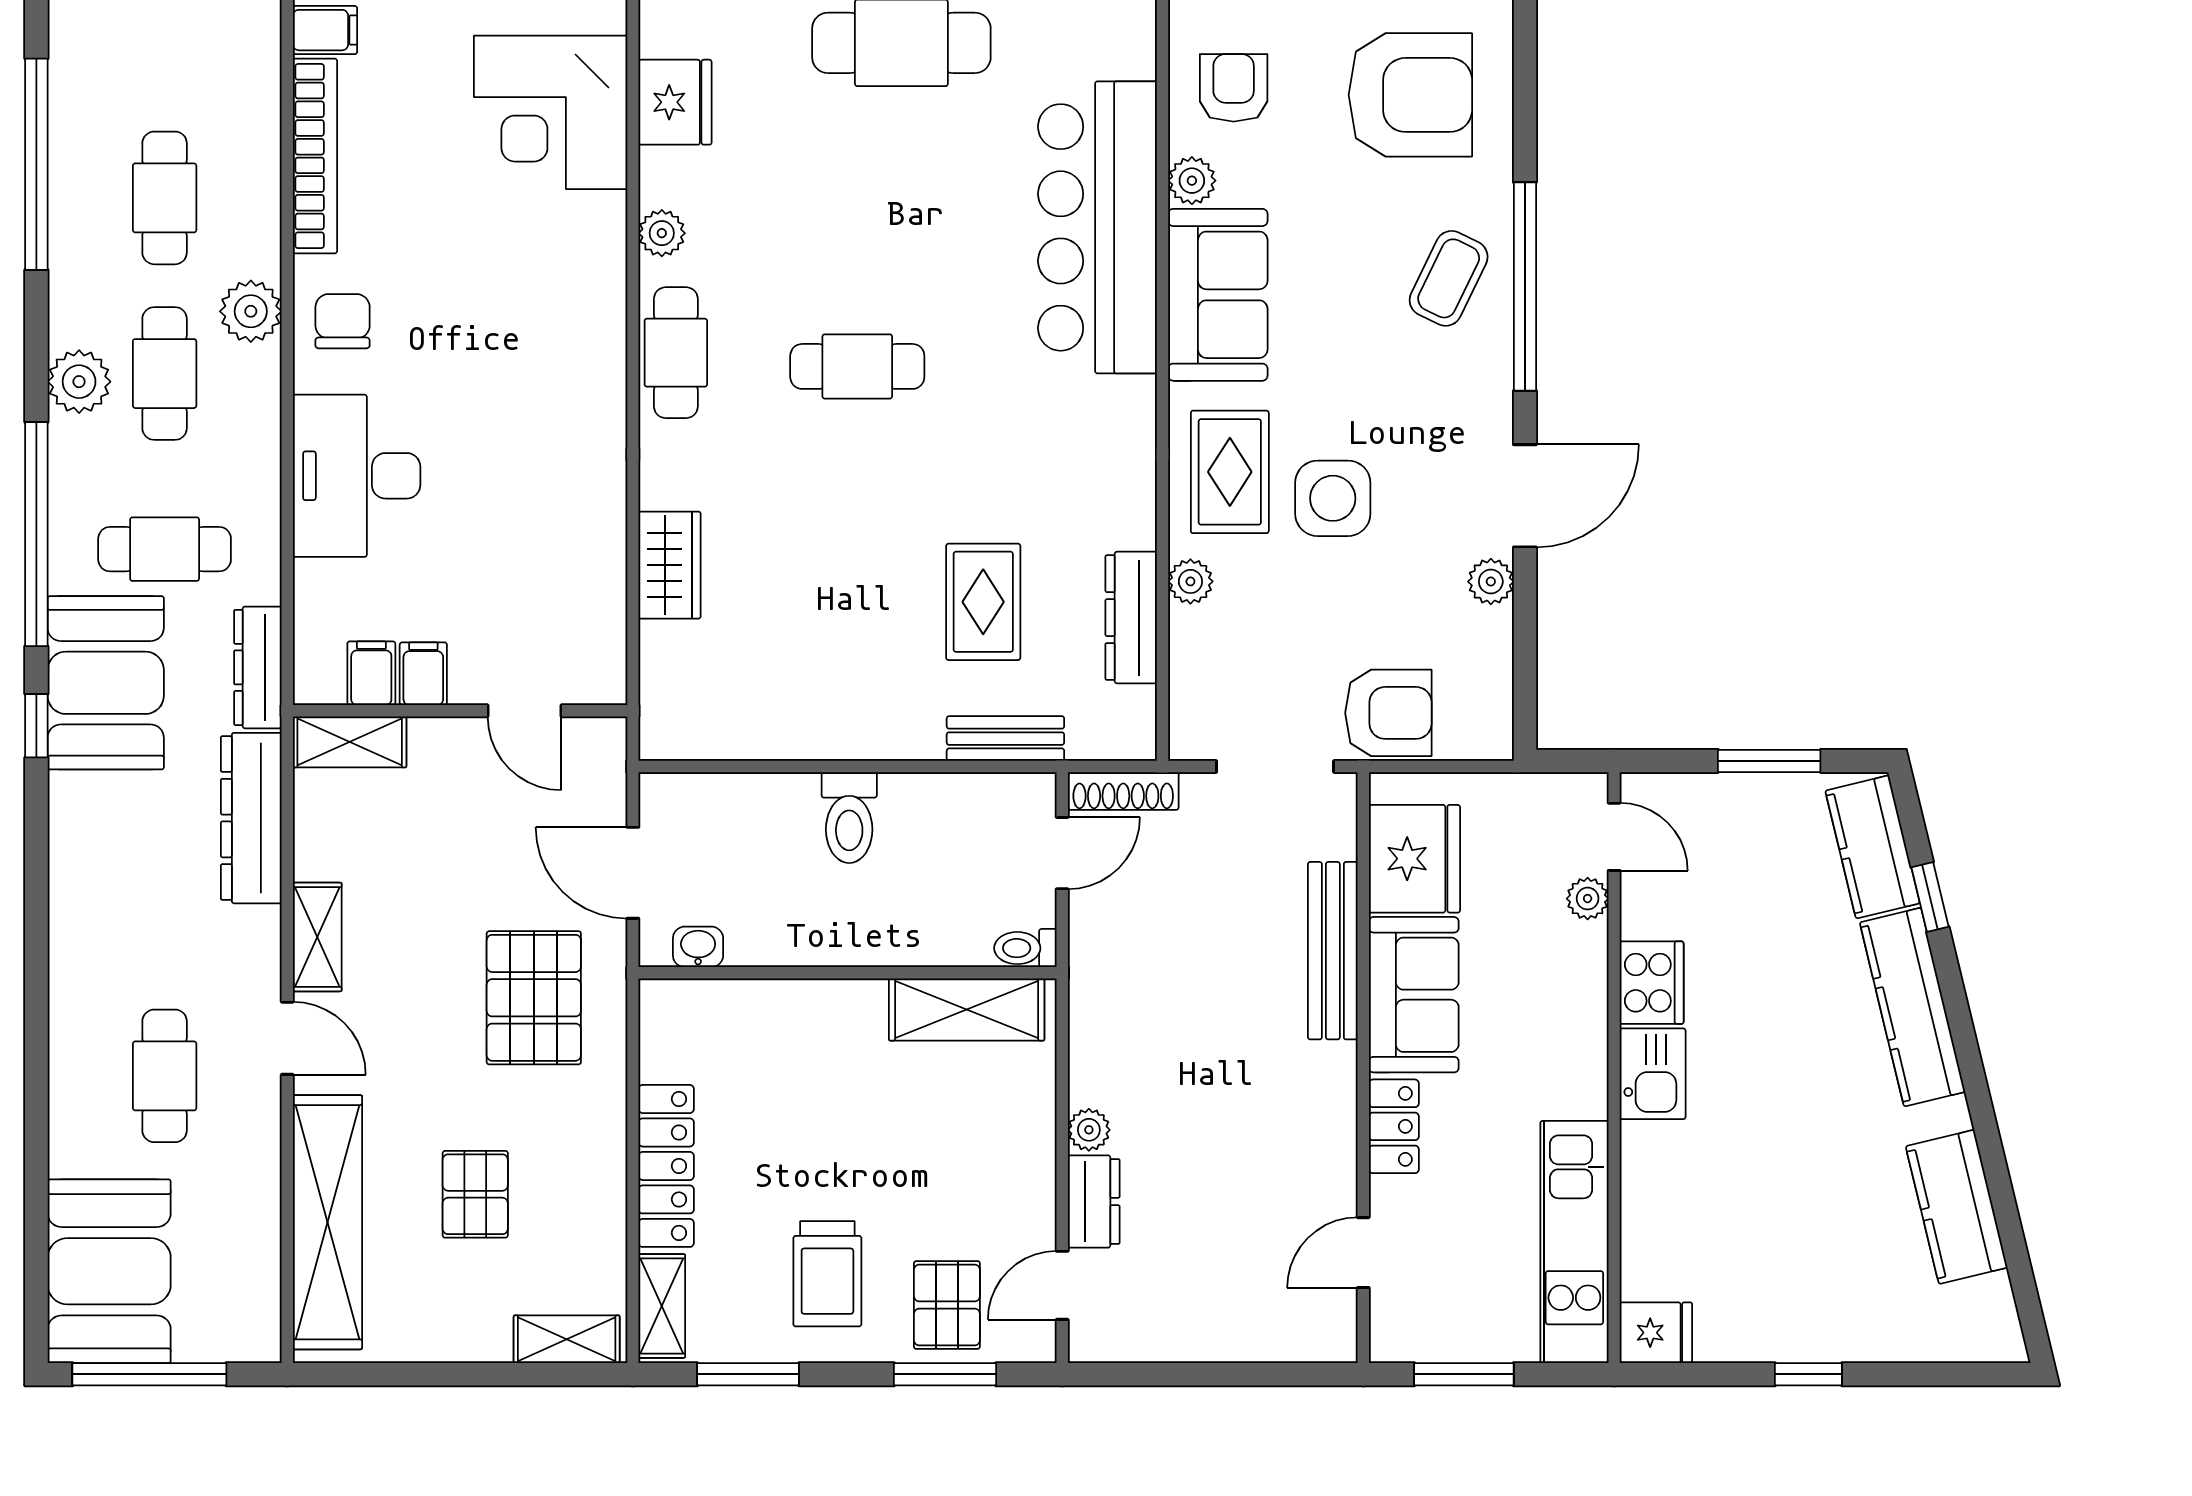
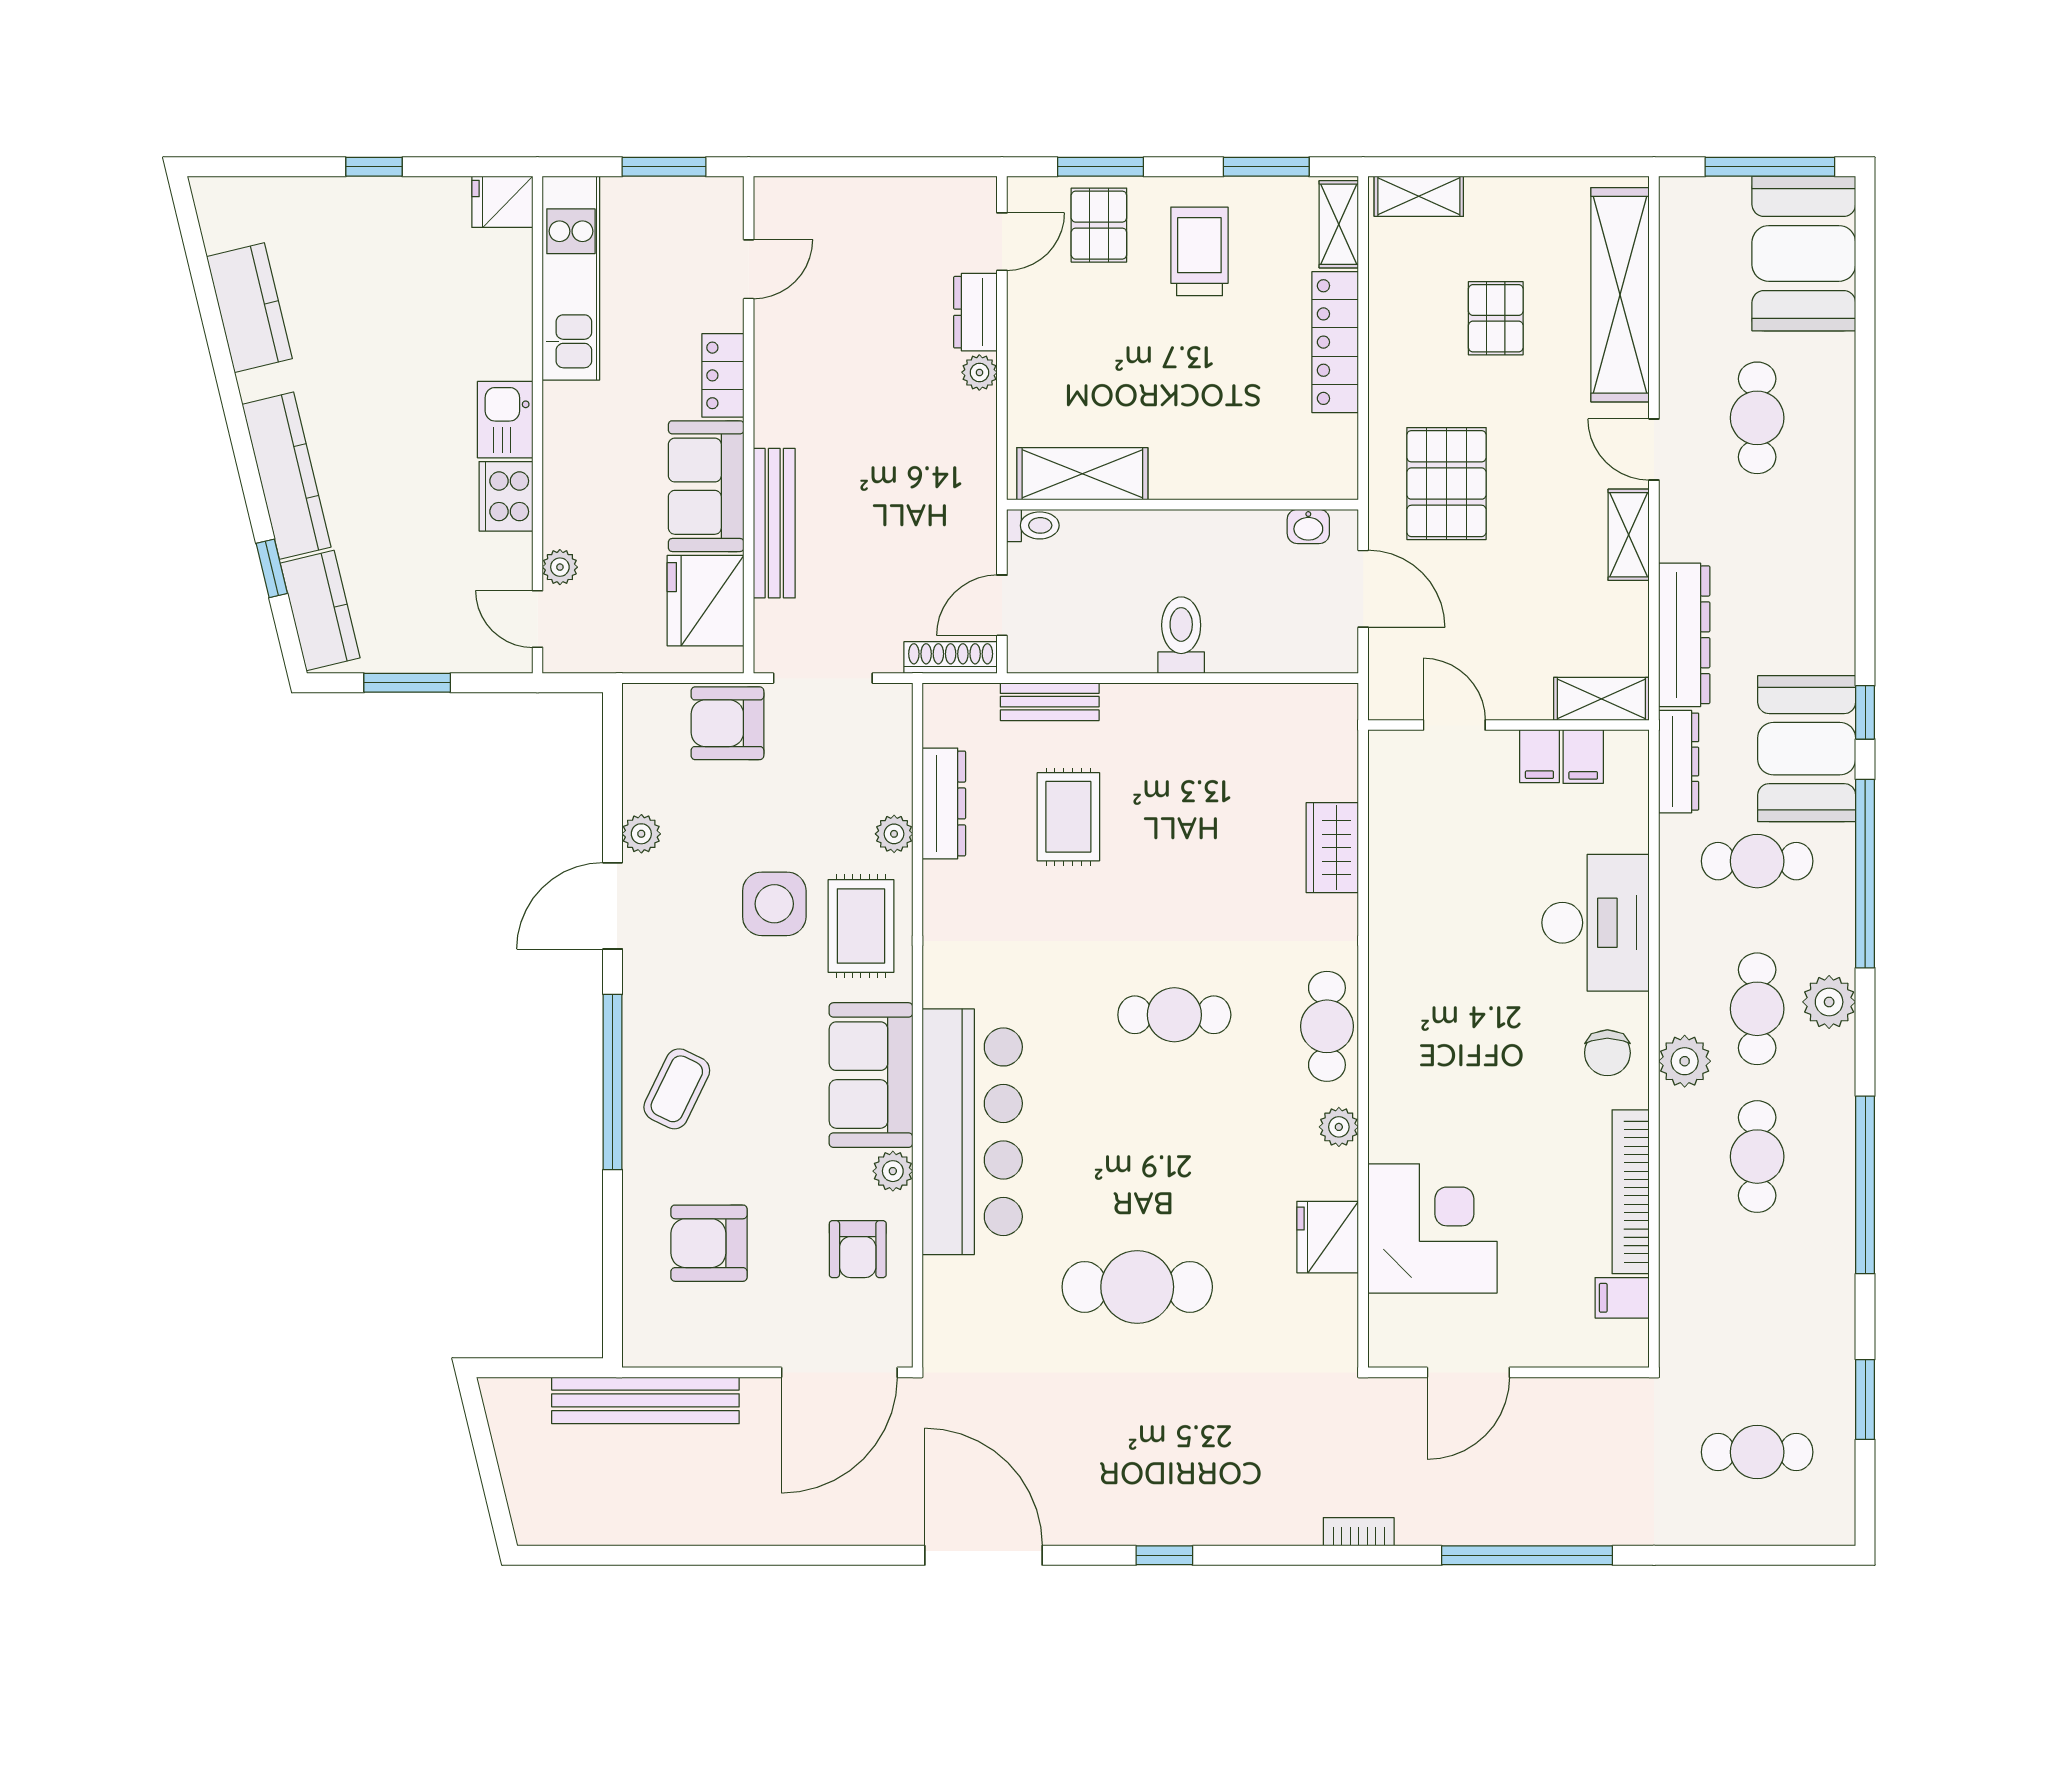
armchair: (1410, 95) -> (709, 1243), width x0.73, depth x0.73

